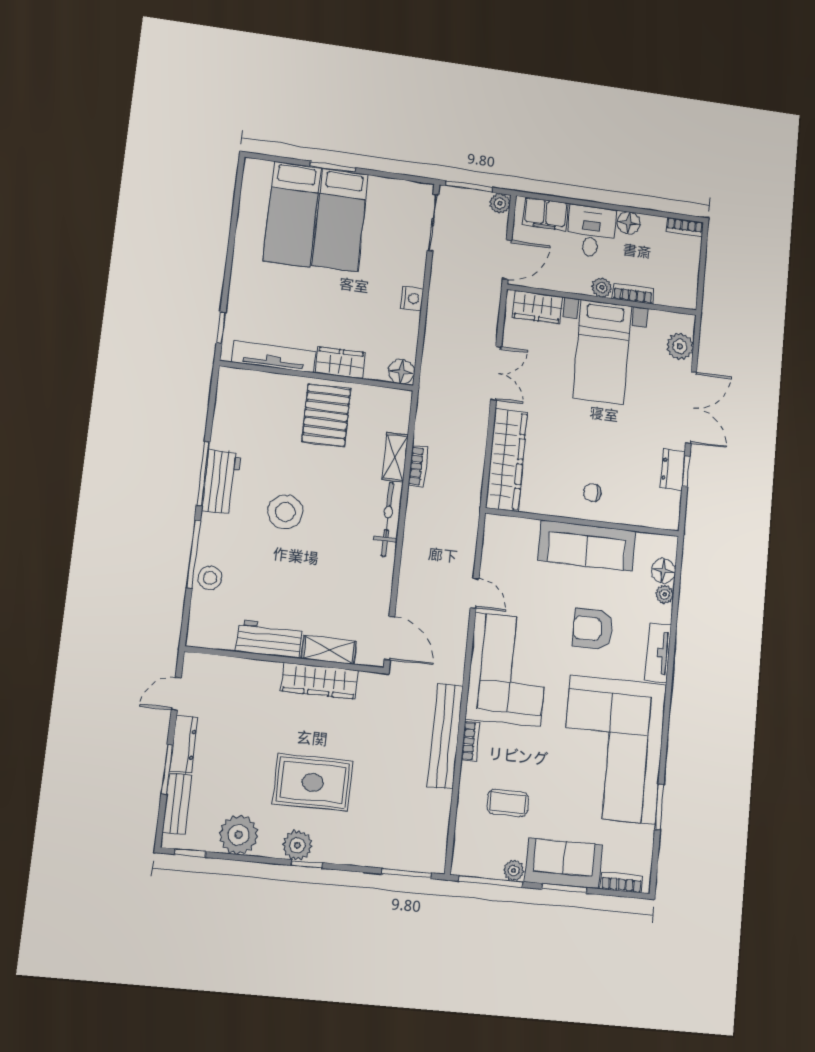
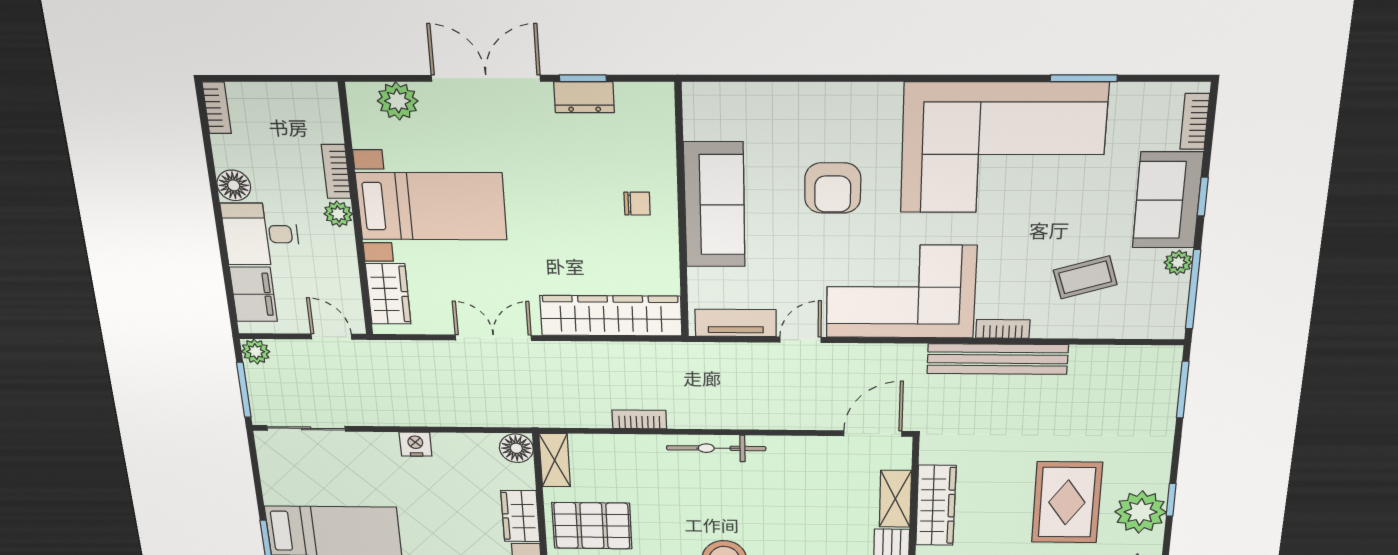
door: (507, 259) -> (331, 337), width x0.73
shelving: (395, 457) -> (555, 460), moved, turned 90
chair: (592, 492) -> (637, 204), turned -90
floor lamp: (664, 571) -> (736, 99), removed
plant: (665, 594) -> (771, 94), removed
tv unit: (658, 653) -> (736, 323), moved, turned 180
coffee table: (508, 803) -> (1085, 277), turned 73
plant: (297, 845) -> (1141, 512), width x1.36, depth x1.36
window: (564, 888) -> (1203, 197), width x0.67

